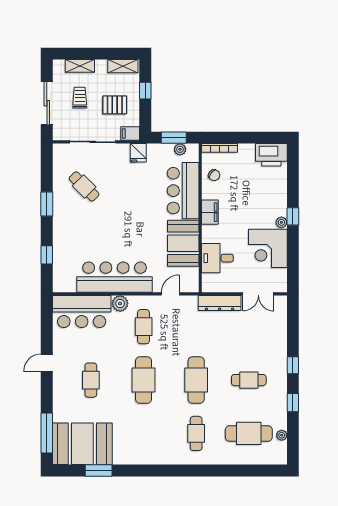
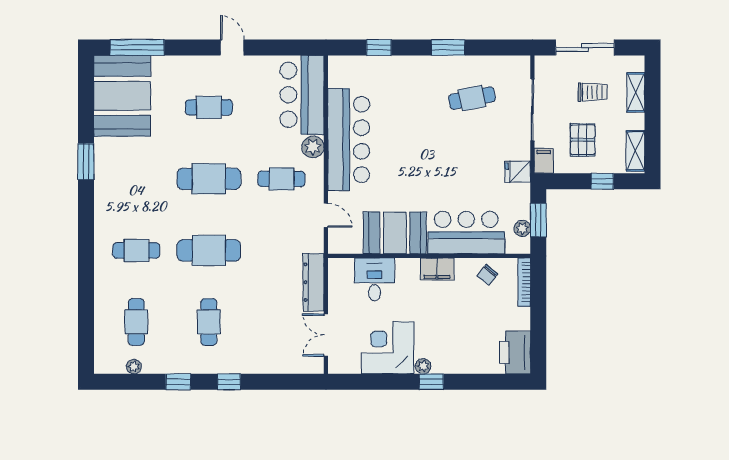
cafe table: (84, 186) -> (472, 98), turned 34
cafe table: (249, 433) -> (136, 322), width x0.73, depth x0.74
window: (99, 471) -> (86, 162), moved

